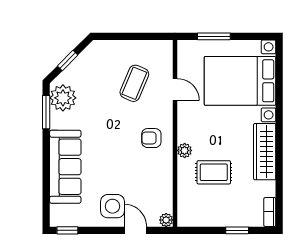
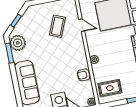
armchair: (151, 138) -> (84, 75), moved
rug: (214, 172) -> (110, 88), moved

